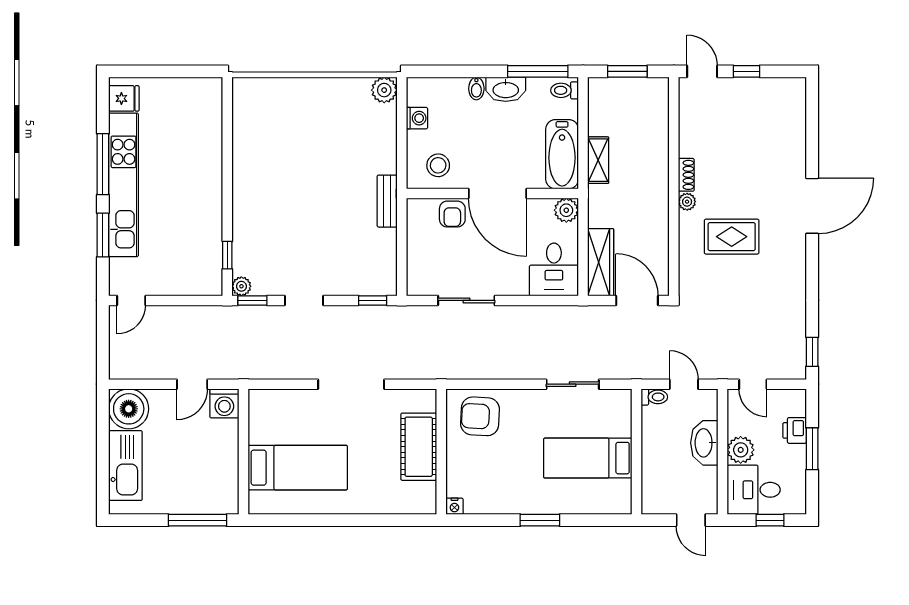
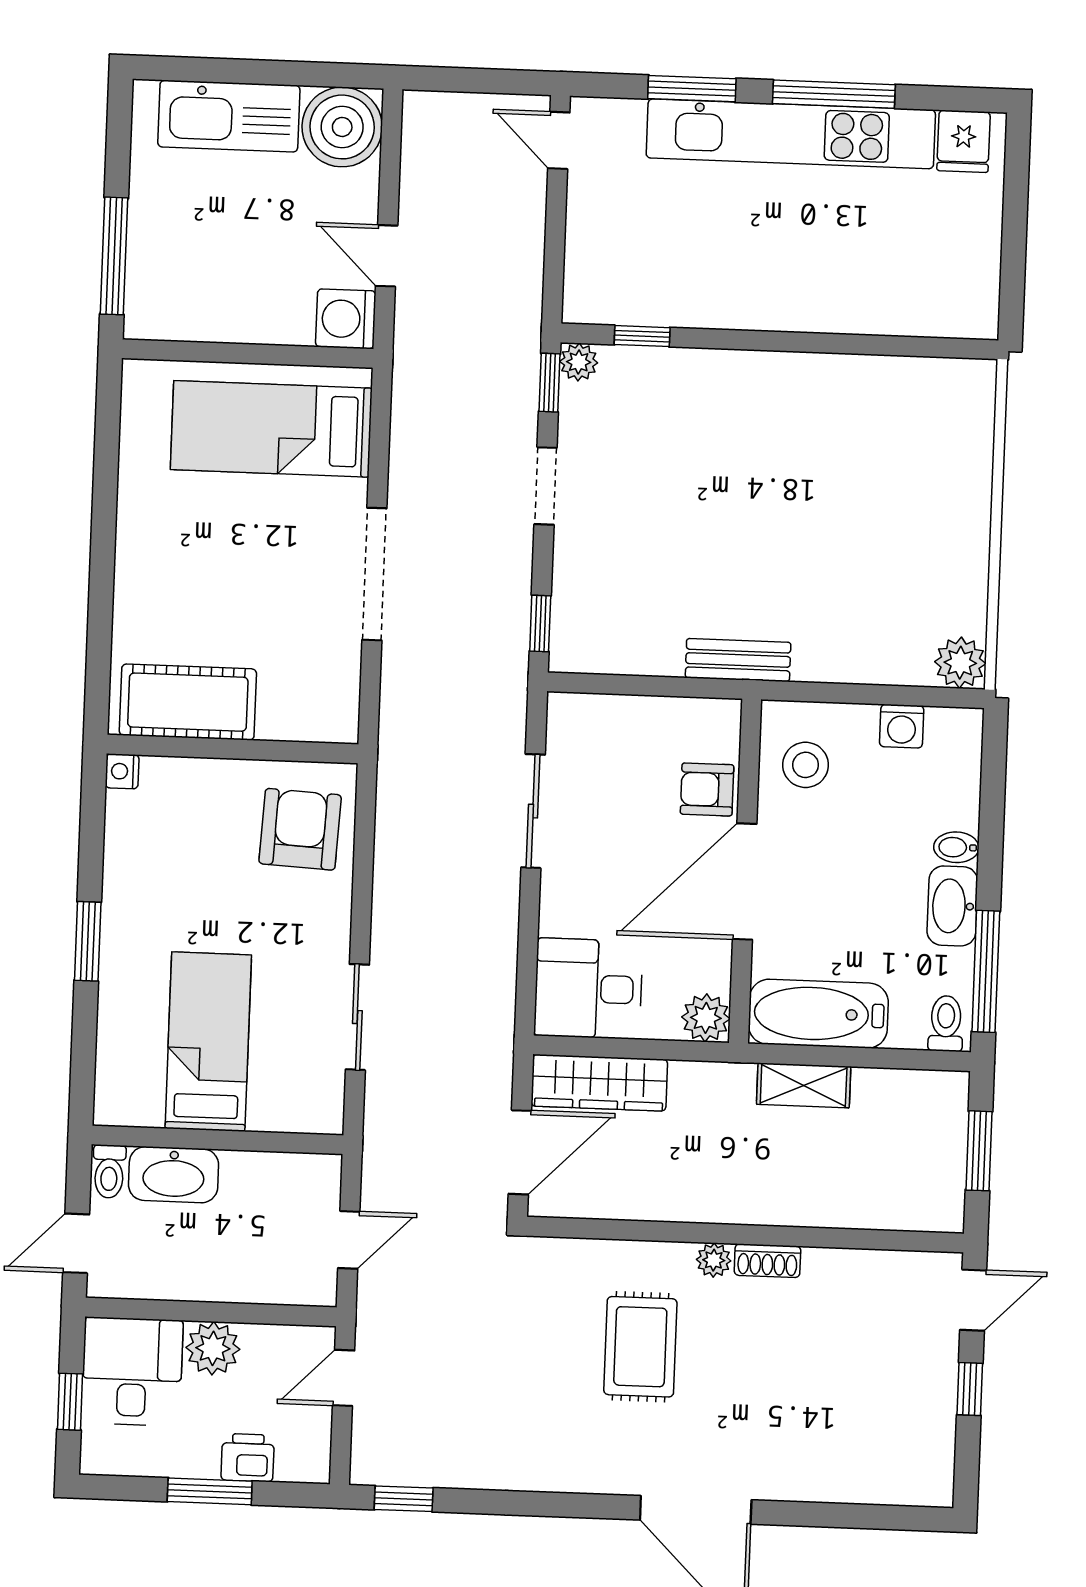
toilet: (654, 397) -> (109, 1171), moved
washbasin: (704, 443) -> (174, 1175), moved, turned 180
cot: (419, 447) -> (188, 702), moved
bed: (298, 468) -> (271, 429), moved, turned 90

